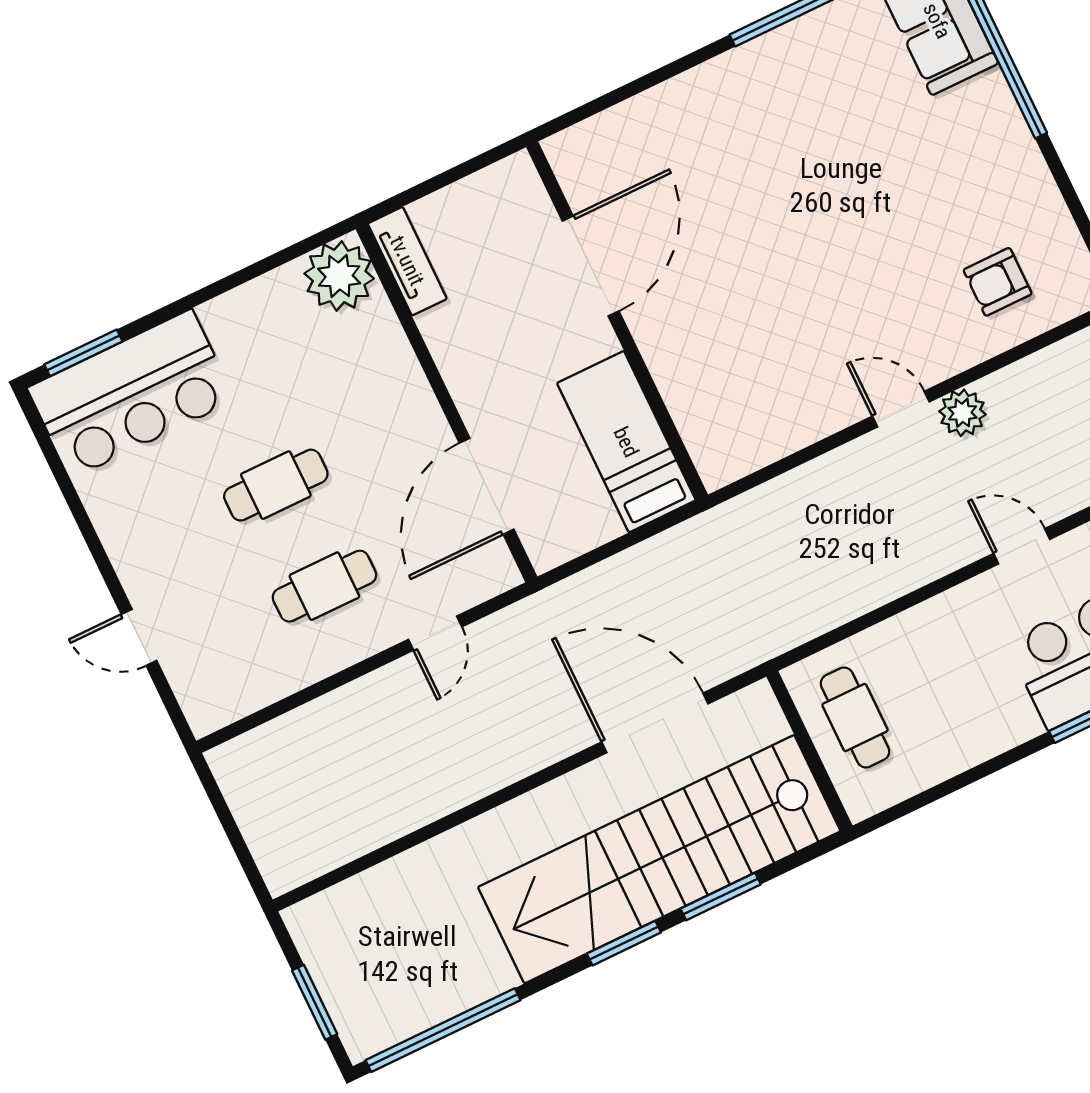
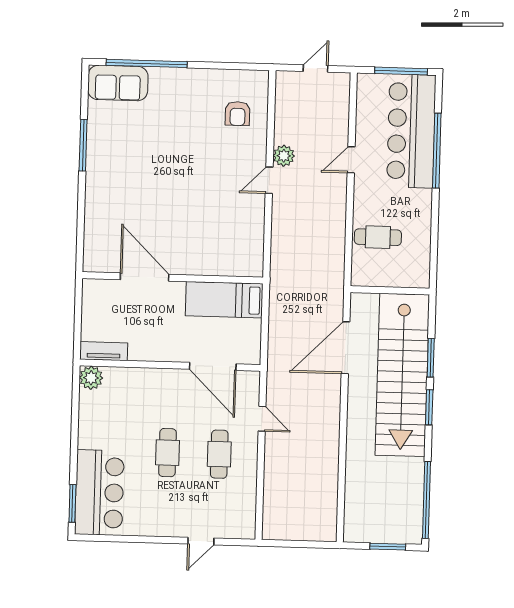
plant: (339, 276) -> (91, 378), width x0.73, depth x0.73
cafe table: (855, 717) -> (378, 237), moved

